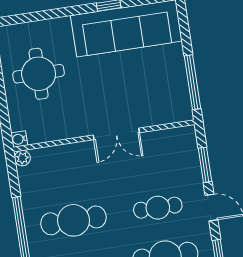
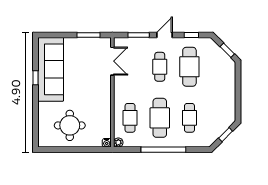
window: (192, 82) -> (89, 35), width x0.69
double door: (116, 134) -> (112, 61), moved
cafe table: (66, 171) -> (130, 118), added

